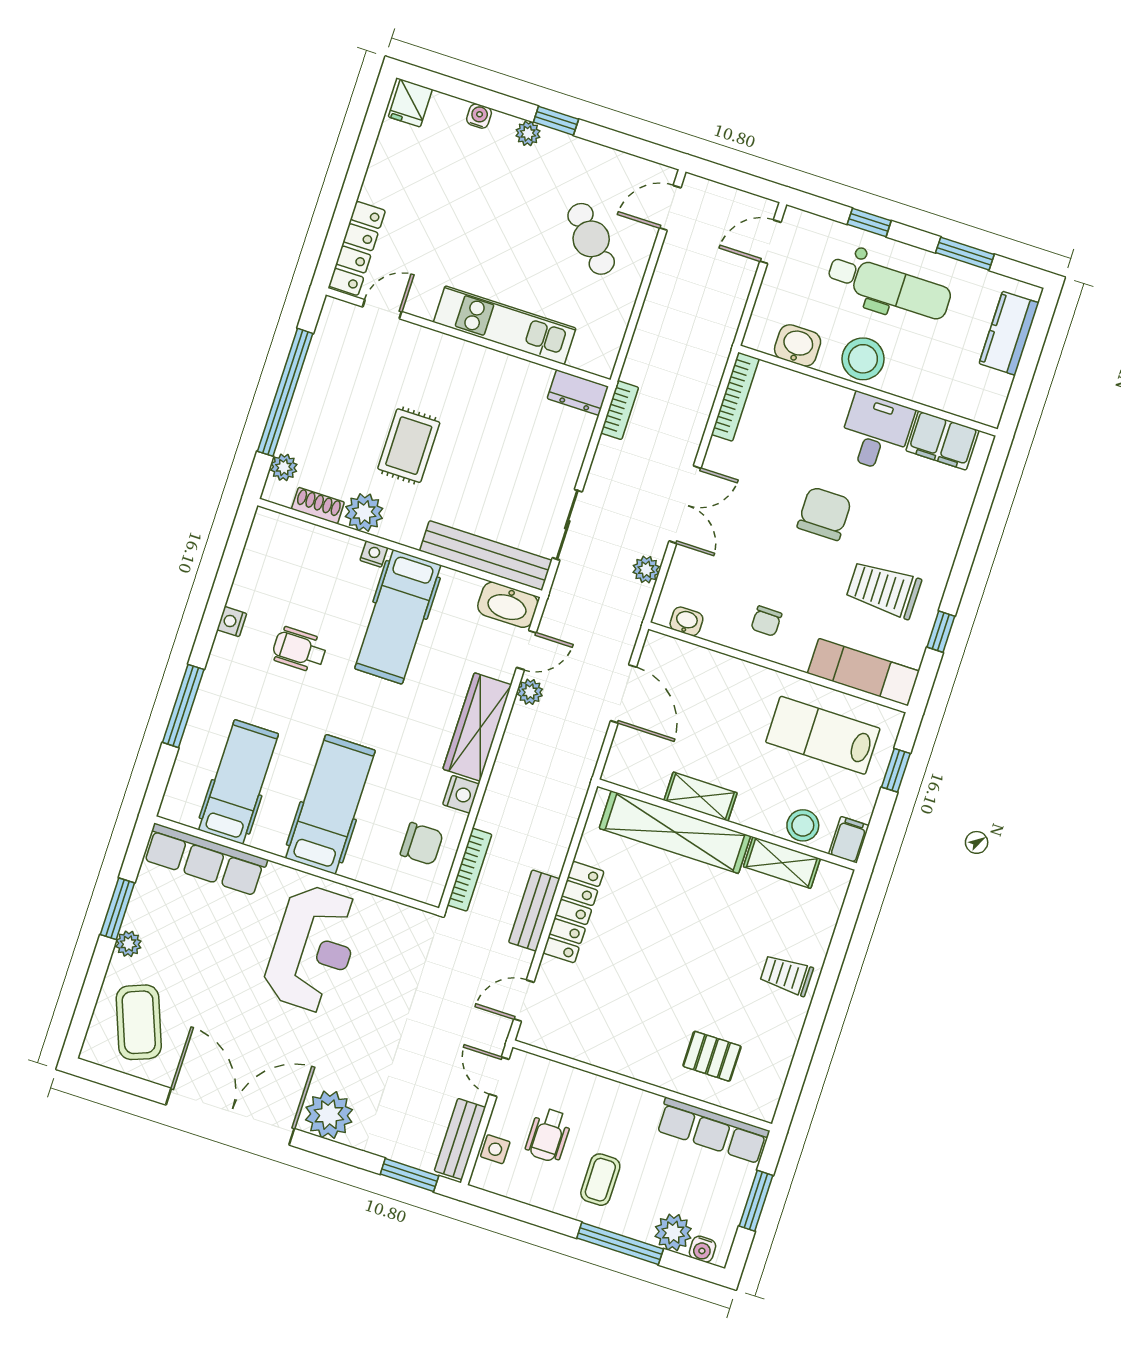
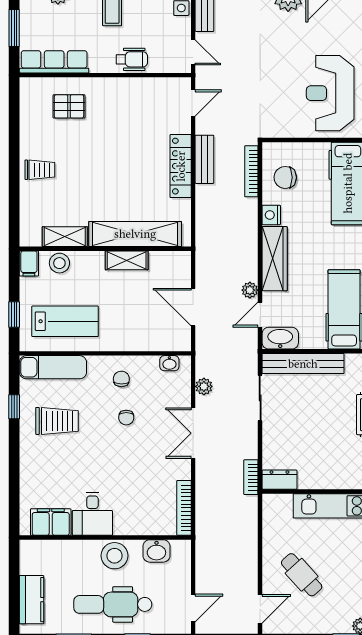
chair: (824, 514) -> (126, 418), moved, width x0.54, depth x0.54
wheelchair: (548, 1135) -> (132, 59), moved, turned 90

